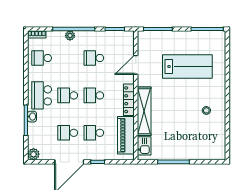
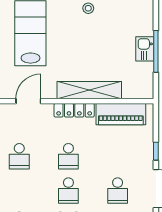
door: (136, 65) -> (28, 101), swing flipped
school desk: (94, 133) -> (118, 156), removed
kitchen sink: (144, 146) -> (145, 49), moved, turned -90

